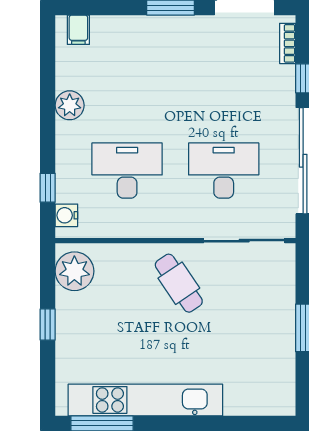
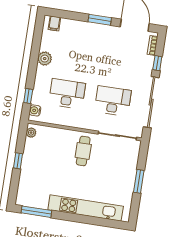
plant: (74, 271) -> (31, 133), width x0.53, depth x0.53
cafe table: (179, 283) -> (83, 151), turned 34
kitchen unit: (145, 400) -> (86, 208), moved

